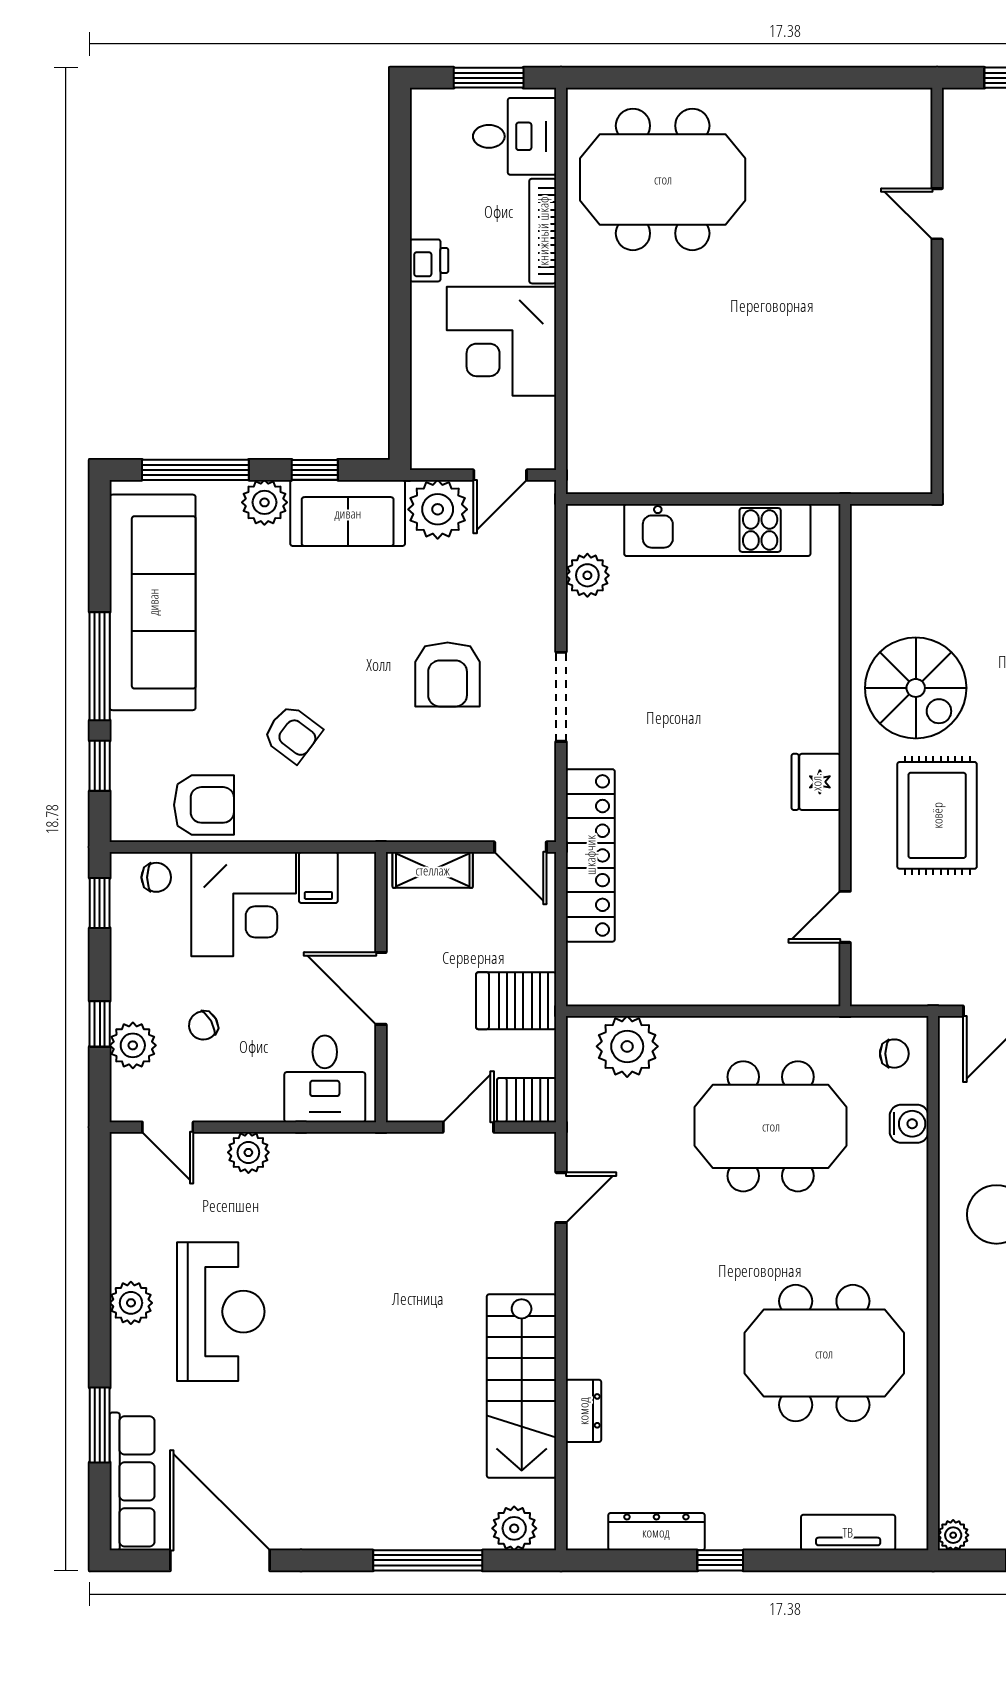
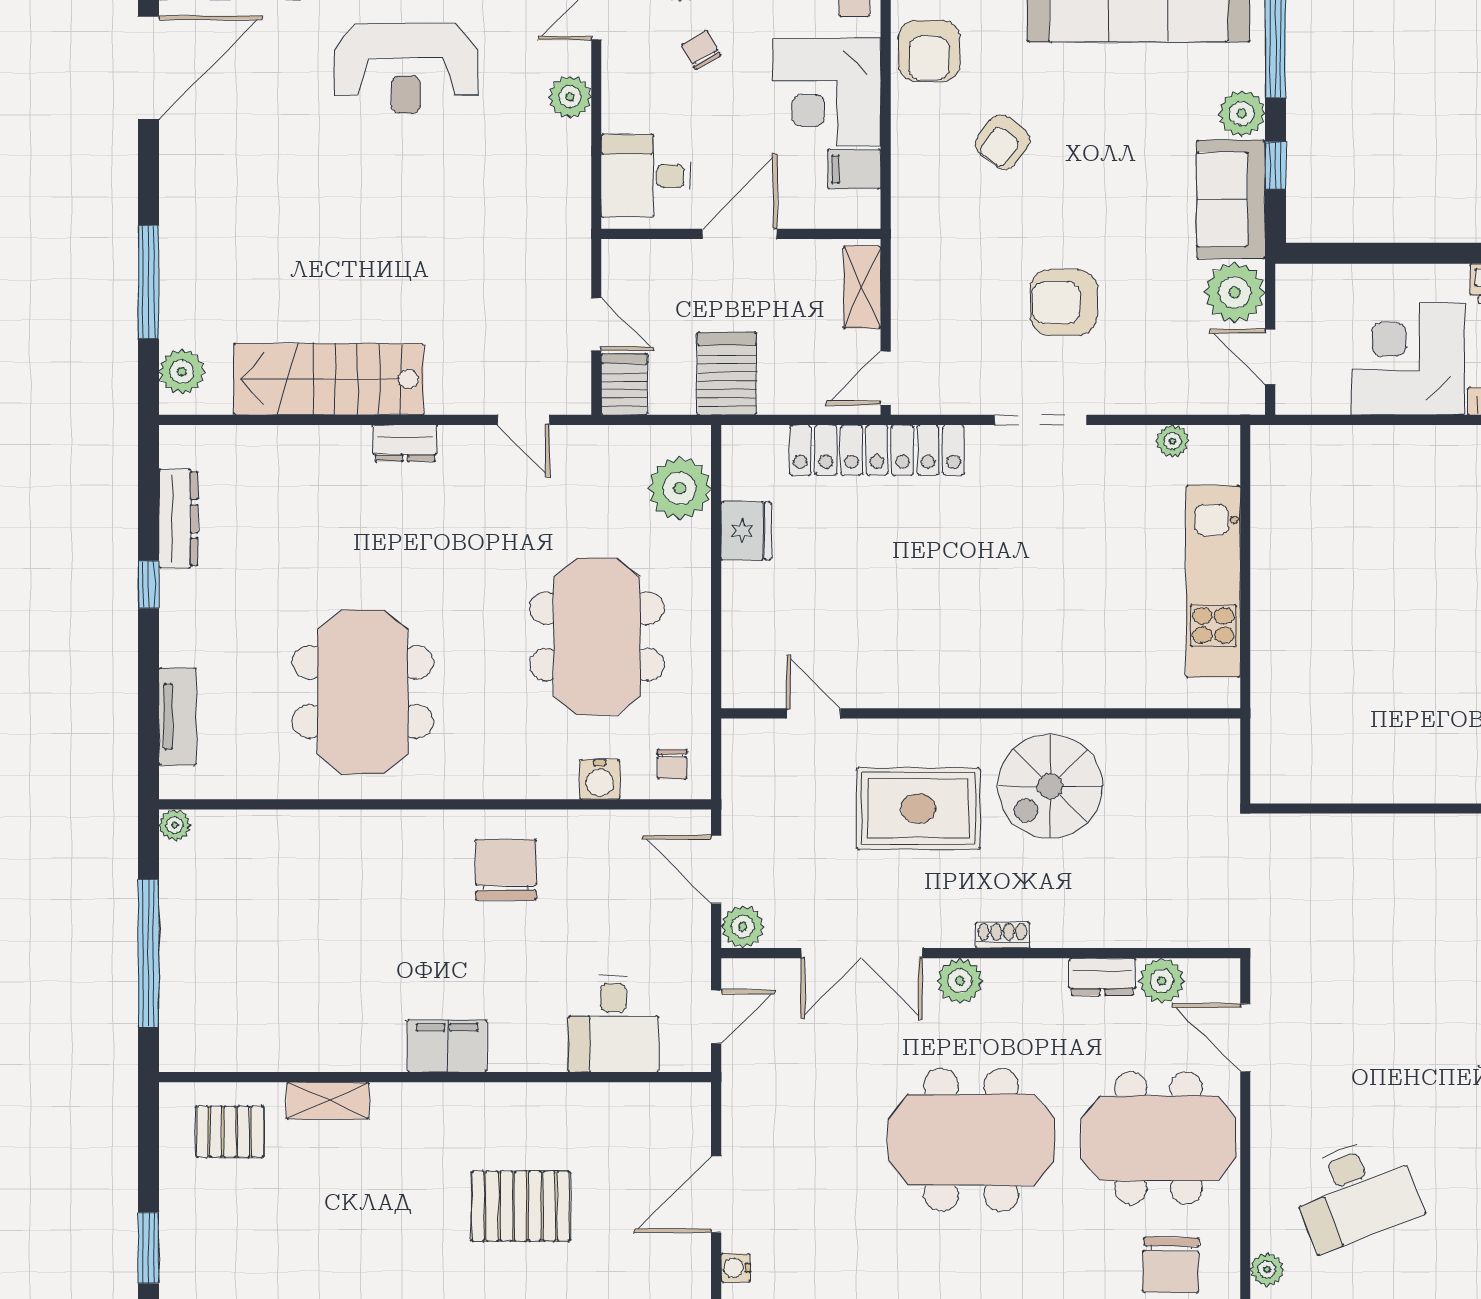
plant: (587, 575) -> (1172, 441), width x0.73, depth x0.73
fridge: (816, 782) -> (746, 531), moved, turned 90
dresser: (583, 1411) -> (405, 443), moved

